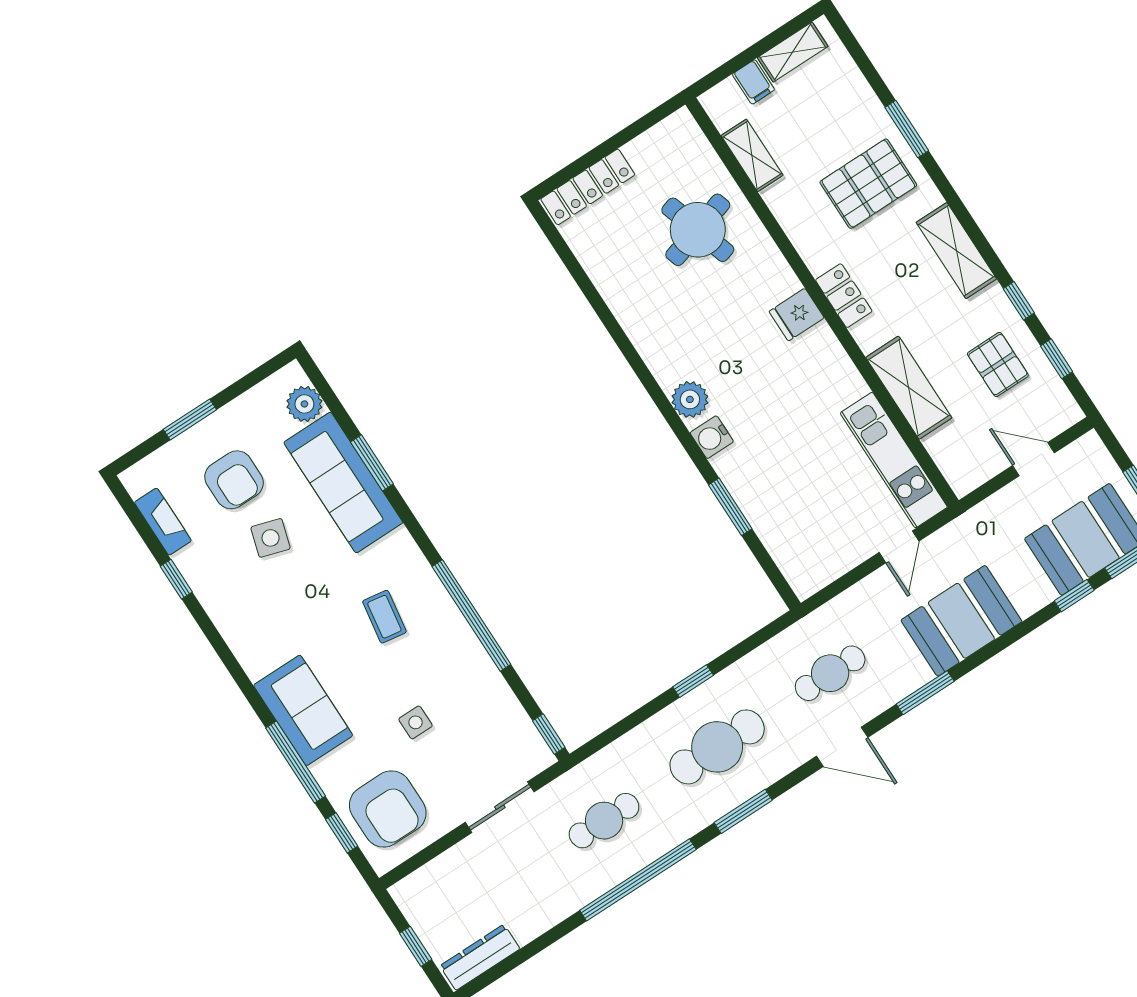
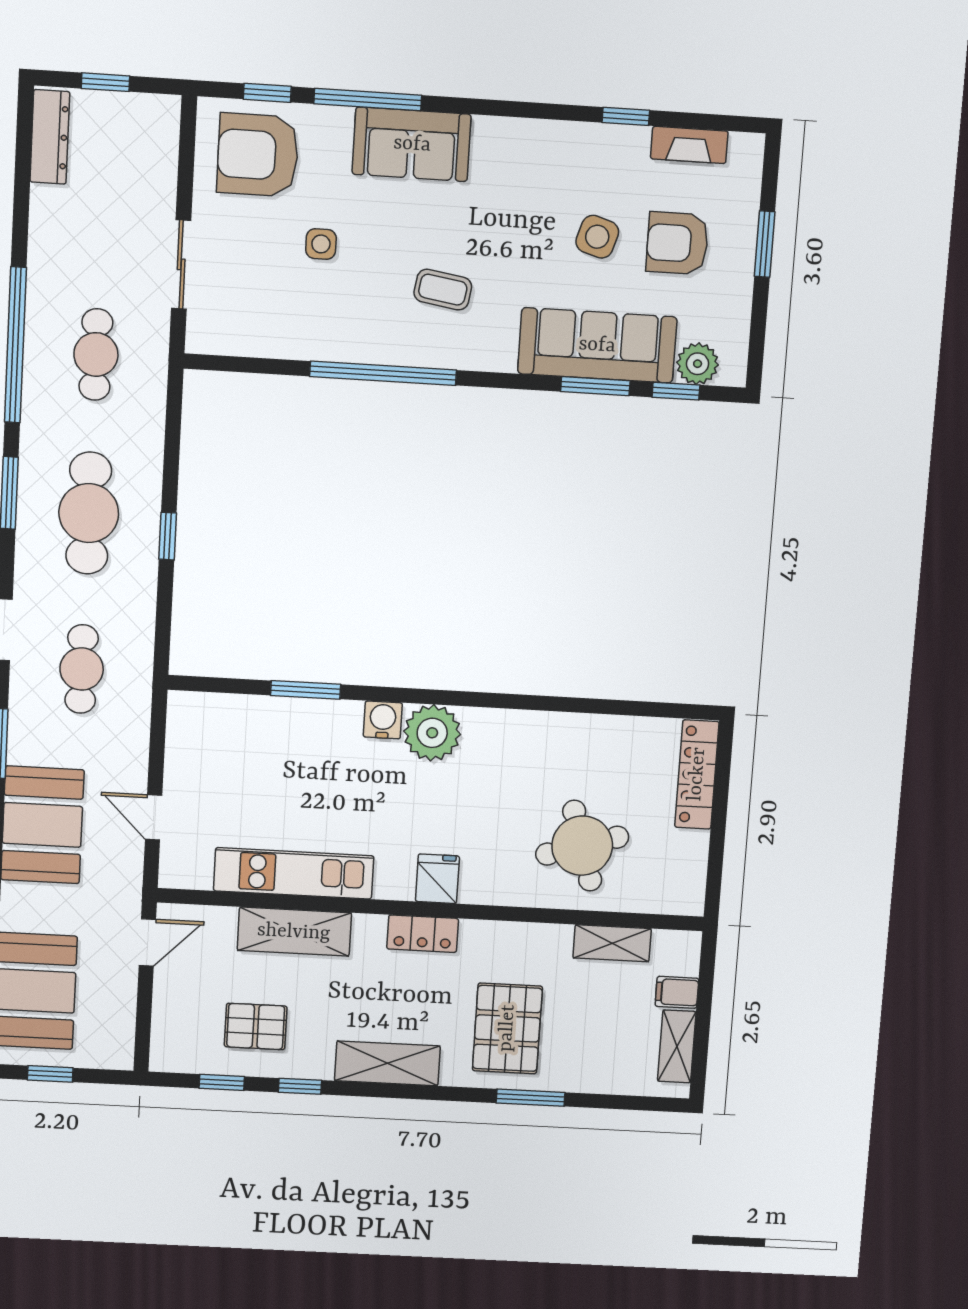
plant: (690, 399) -> (432, 733), width x1.36, depth x1.36
door: (1034, 459) -> (147, 942), moved
kitchen unit: (894, 460) -> (294, 873), moved
window: (549, 734) -> (676, 391), moved

